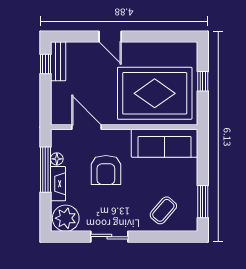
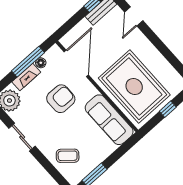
door: (110, 36) -> (134, 16), moved
door: (87, 127) -> (76, 63), width x1.36
armchair: (106, 170) -> (61, 99), turned 180

